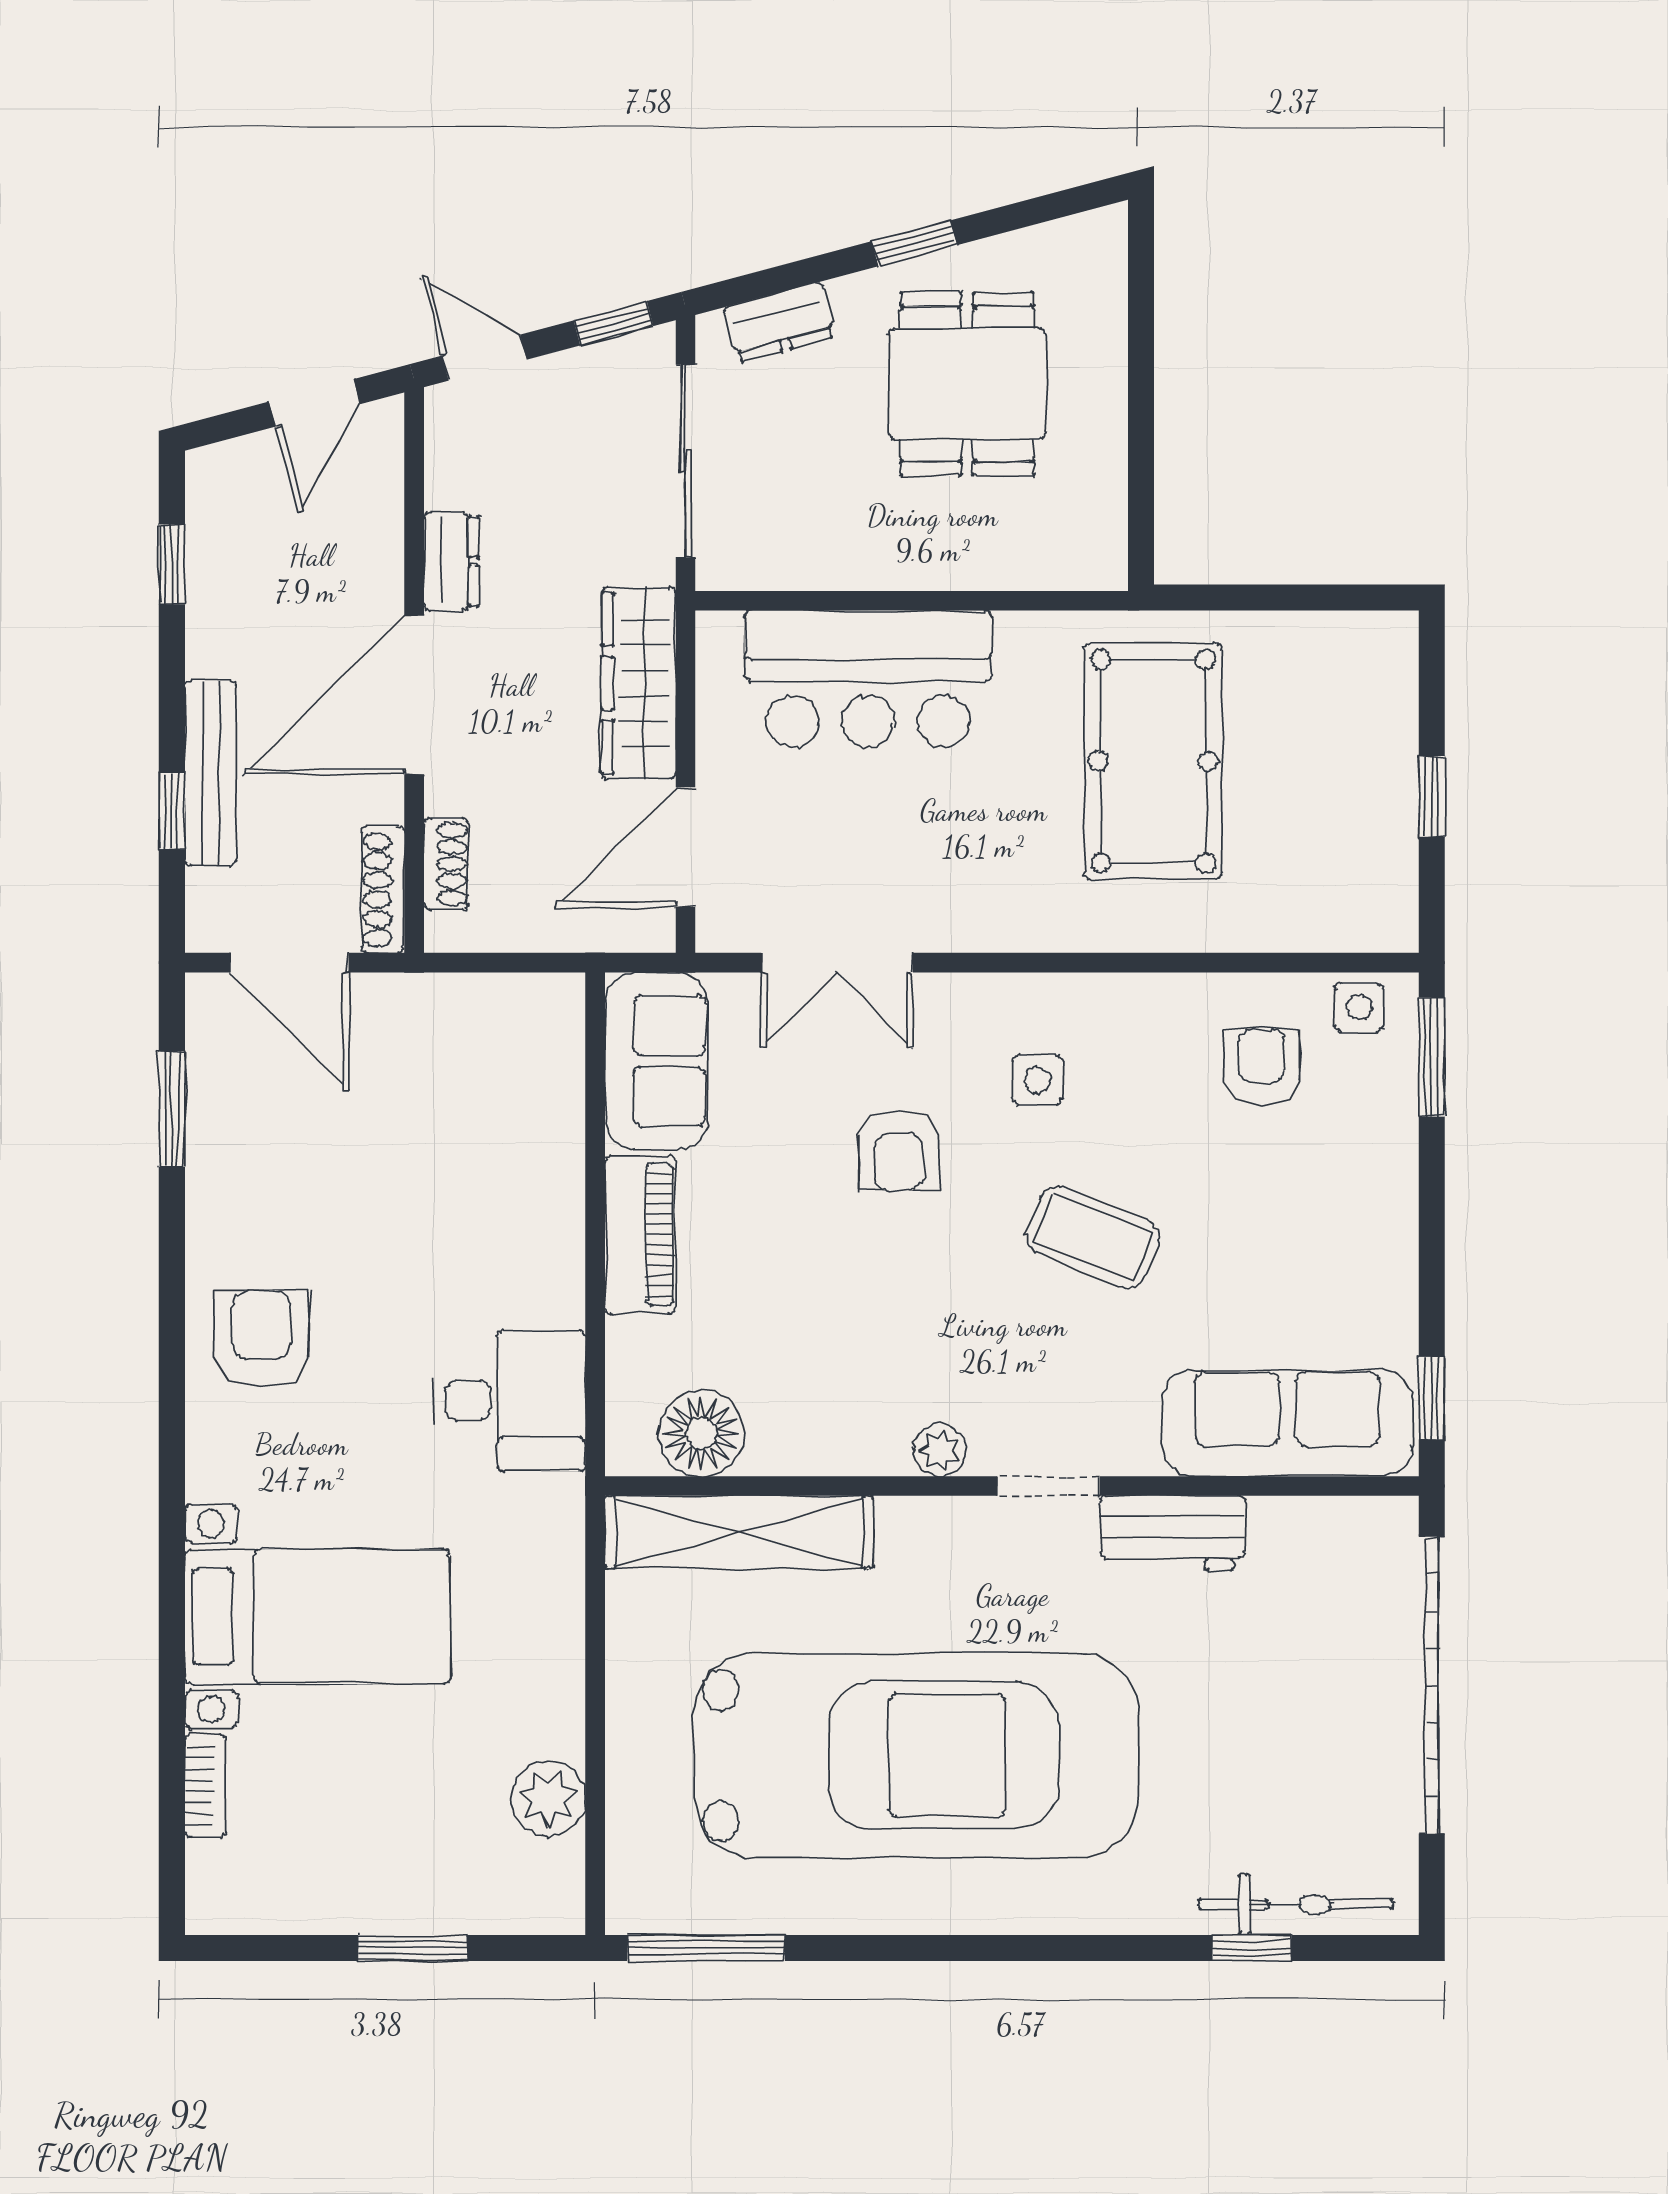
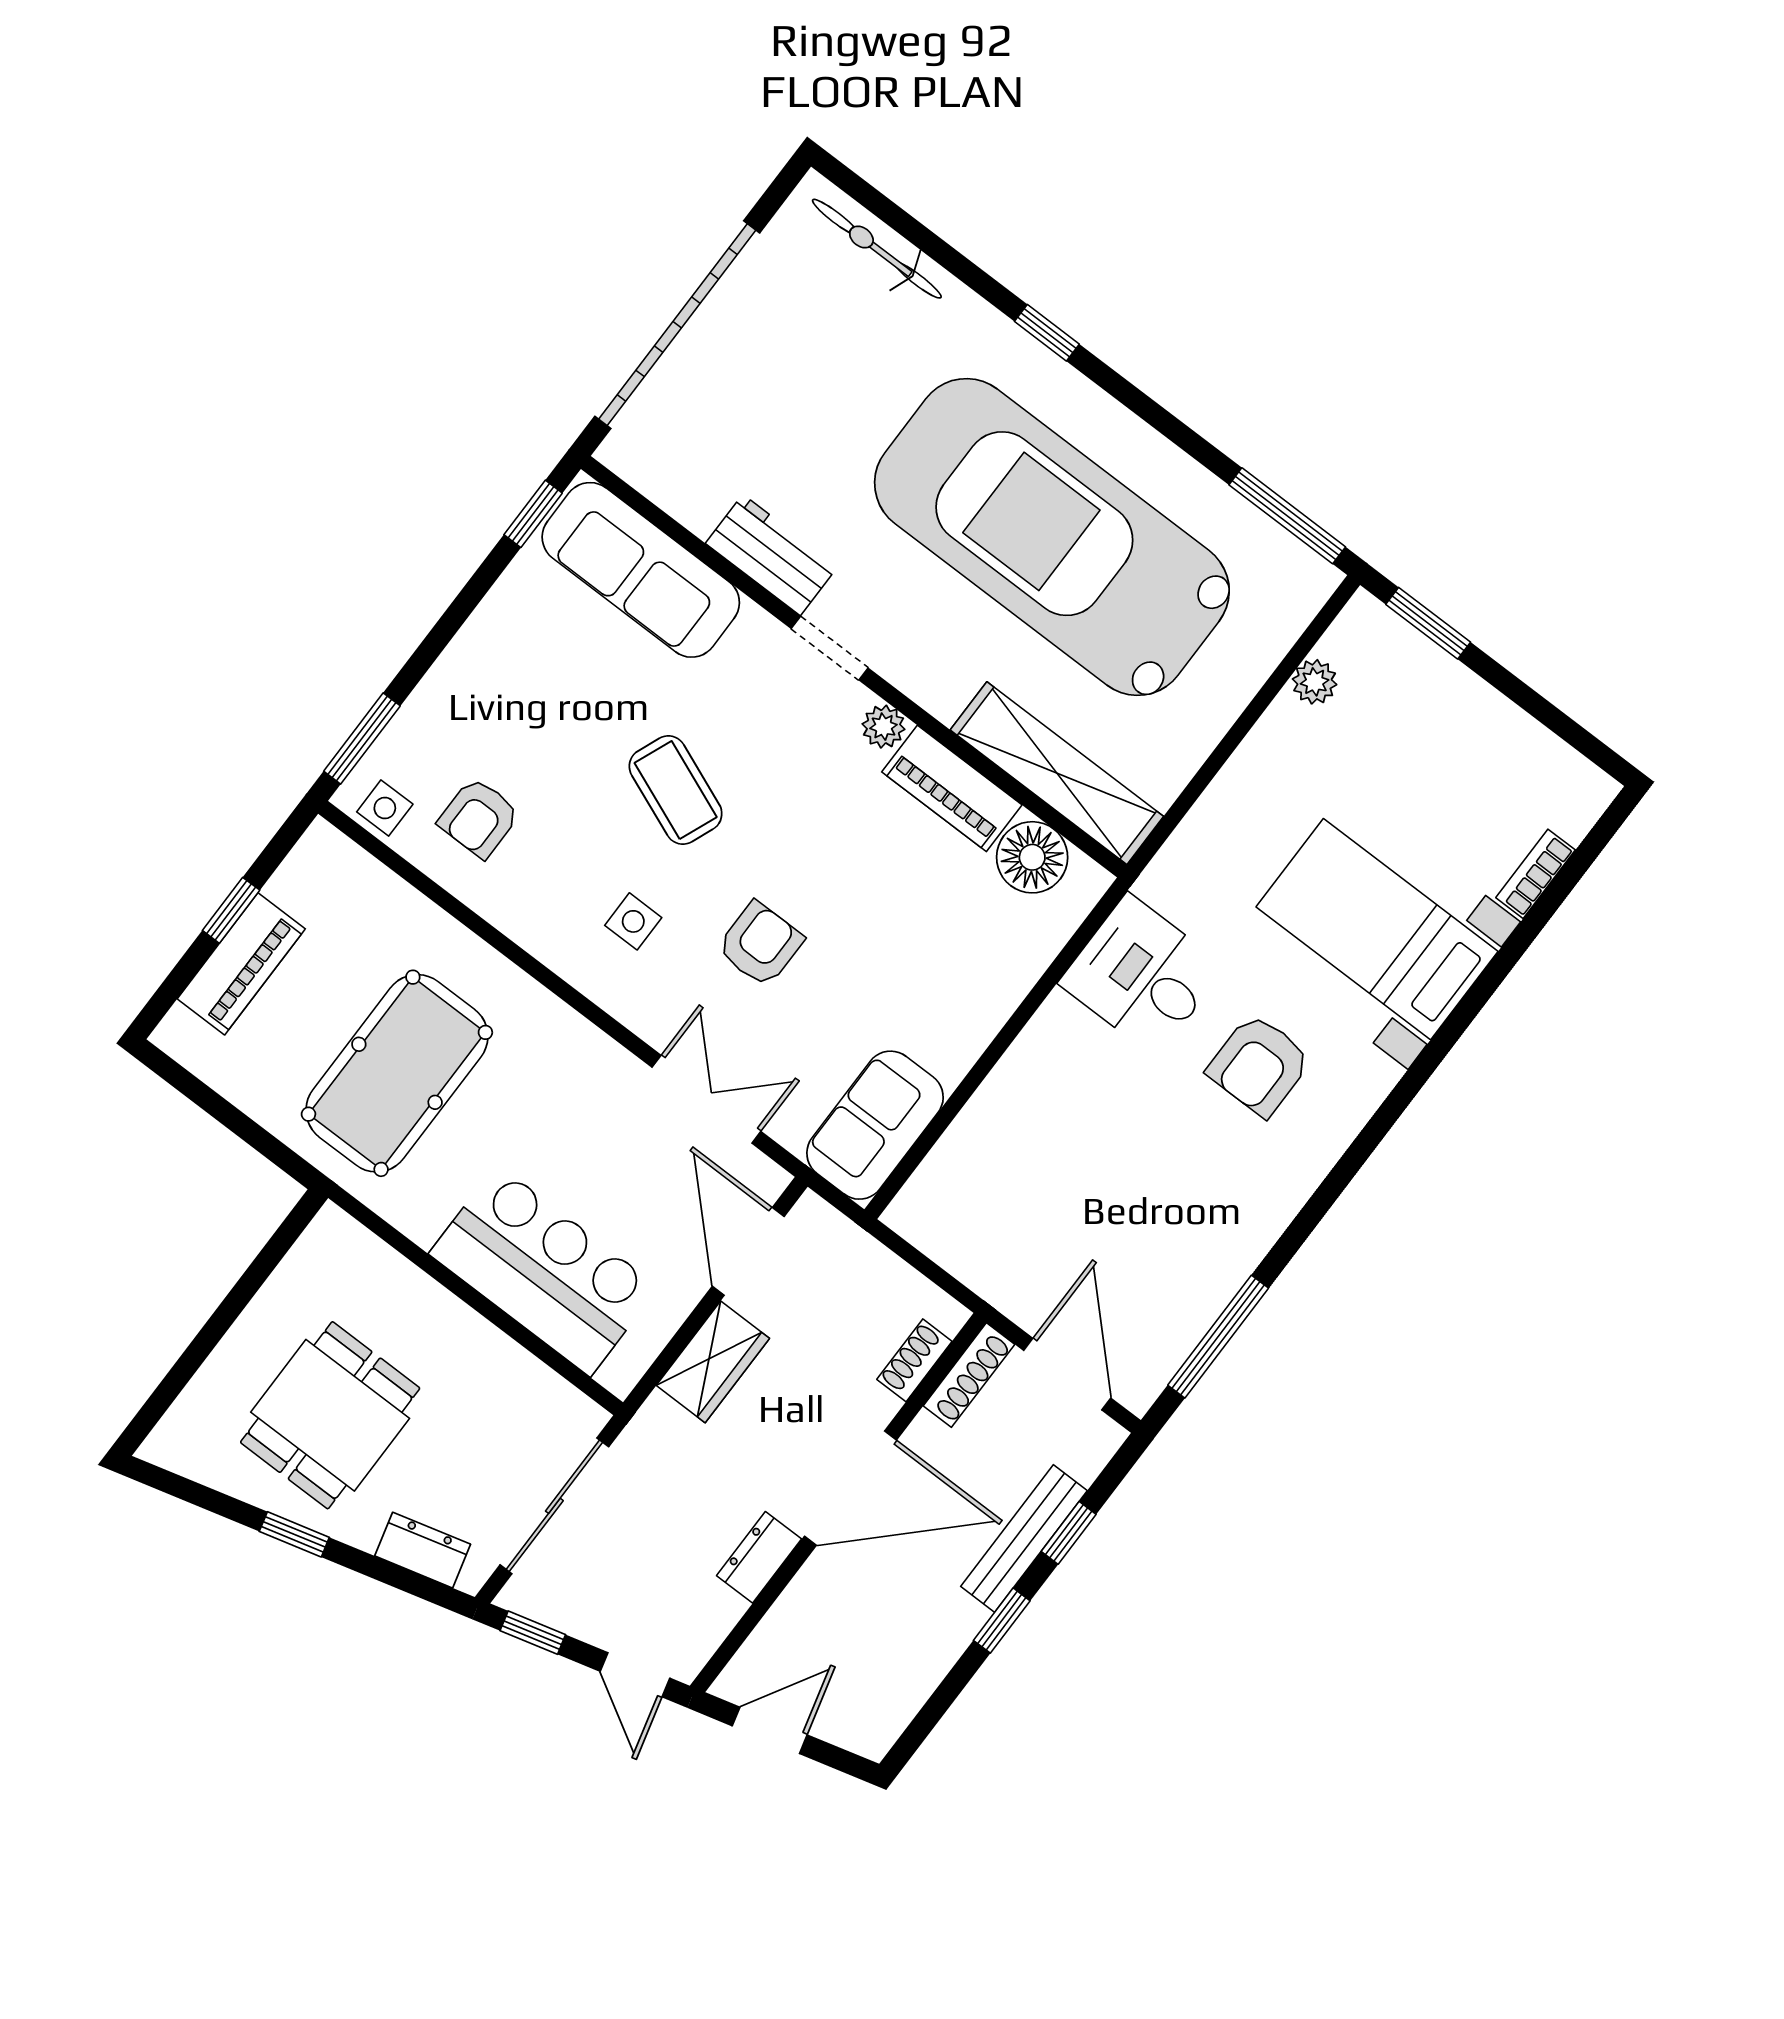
window: (172, 564) -> (1002, 1621), moved
wardrobe: (639, 683) -> (713, 1362), width x0.67
piano: (1383, 752) -> (241, 964), added
door: (686, 847) -> (748, 1251), swing flipped
window: (172, 1109) -> (1218, 1337), width x1.44
piano: (640, 1235) -> (952, 788), moved, turned -90
armchair: (261, 1338) -> (1259, 1065), moved
plant: (548, 1798) -> (1315, 682), width x0.73, depth x0.73
window: (413, 1948) -> (1428, 623), moved
window: (1252, 1948) -> (1047, 333), moved

